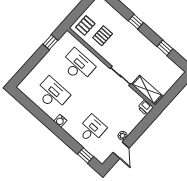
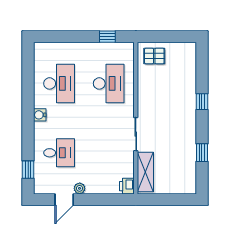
pallet: (103, 36) -> (159, 82), removed

